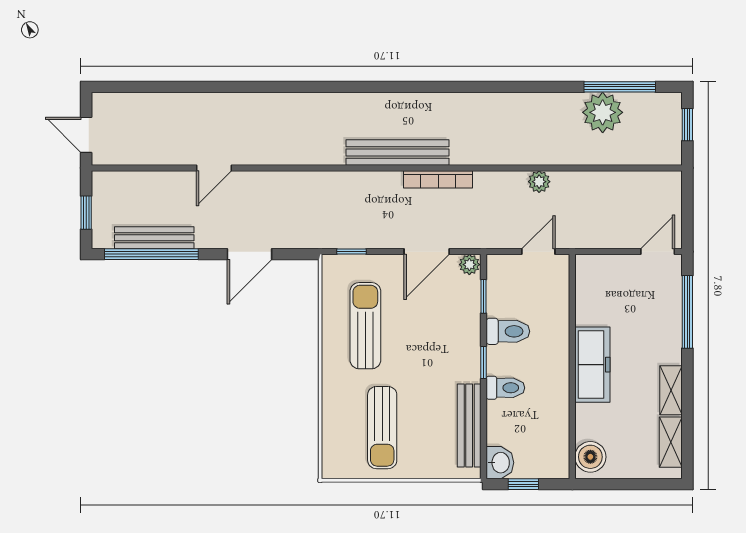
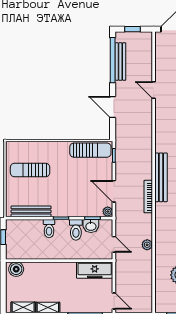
sun lounger: (365, 326) -> (90, 150), moved
freezer: (592, 365) -> (95, 270), moved
washbasin: (500, 463) -> (91, 226), moved

